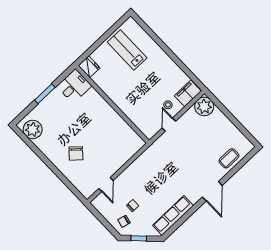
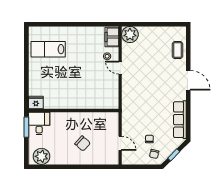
fridge: (89, 67) -> (36, 102), moved
desk: (74, 86) -> (39, 123), moved
wall: (112, 104) -> (74, 110), moved

